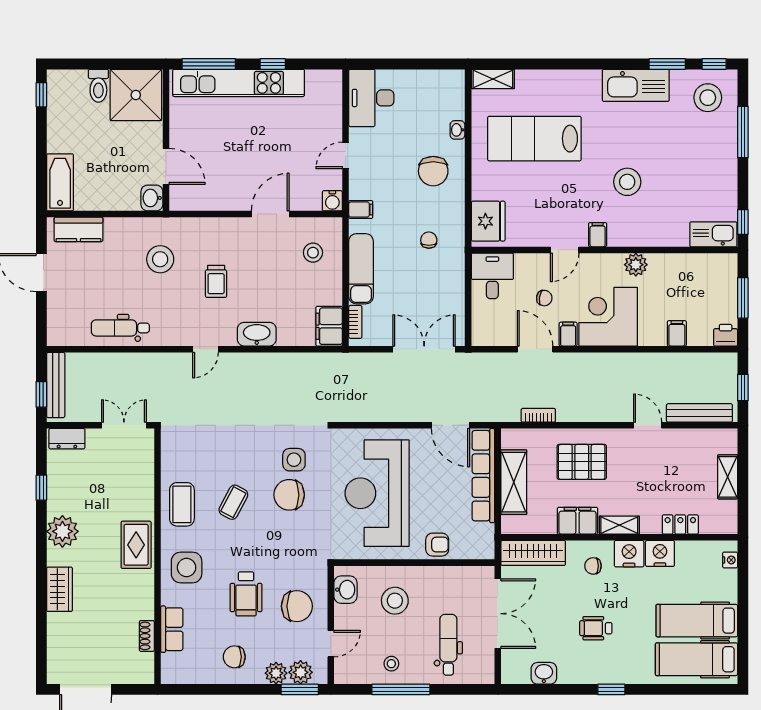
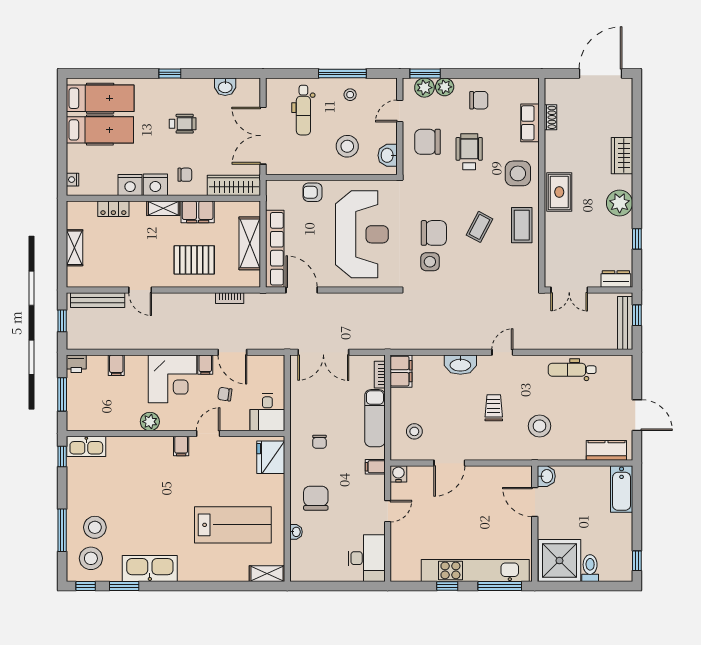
stool: (627, 182) -> (95, 527), moved
dental chair: (120, 328) -> (572, 370), turned 180

